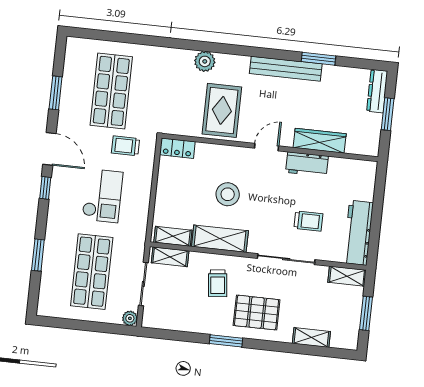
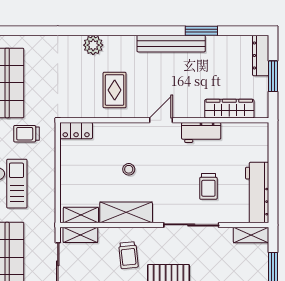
rug: (222, 110) -> (115, 90), width x0.73, depth x0.70
wardrobe: (320, 141) -> (229, 109), moved
stool: (228, 194) -> (129, 169), width x0.53, depth x0.53
trolley: (308, 221) -> (208, 186), turned 90

